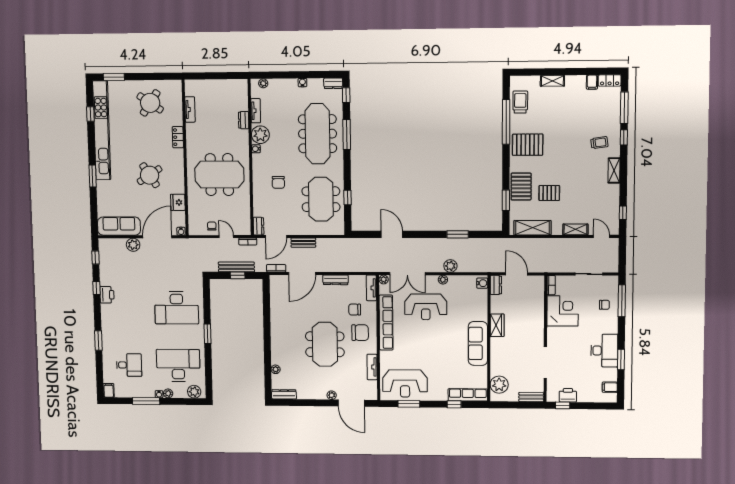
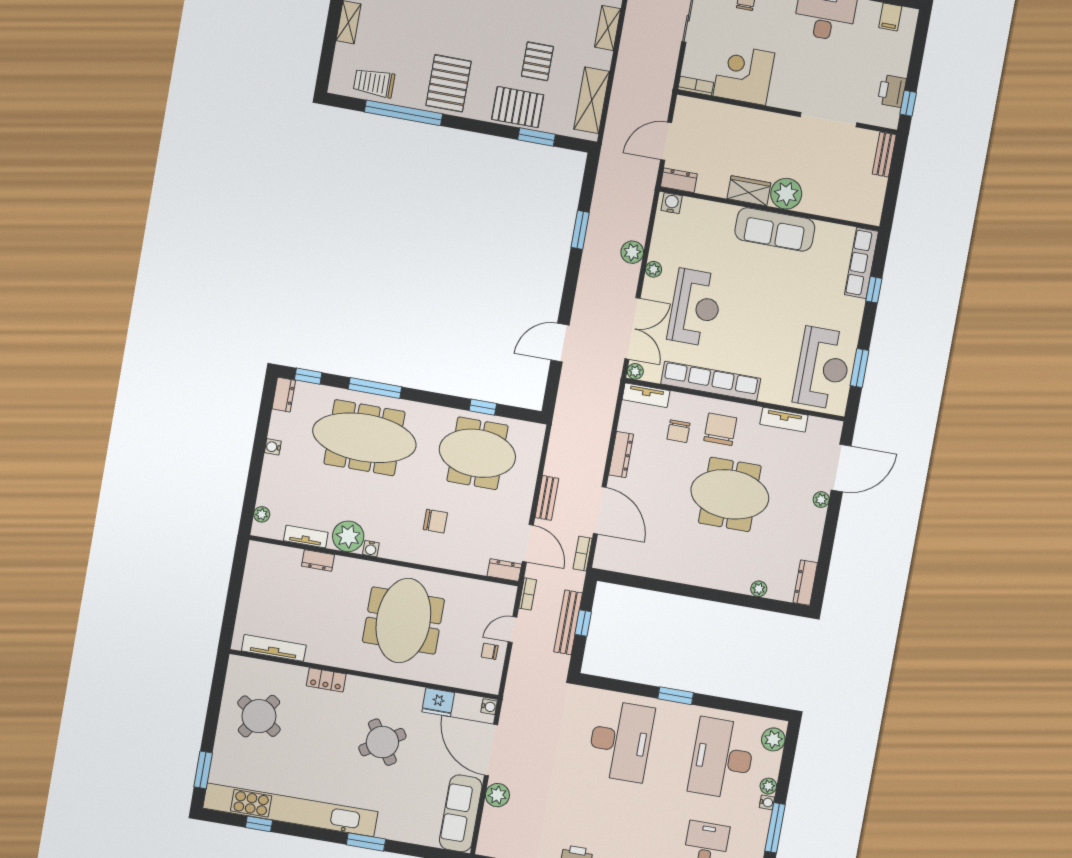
tv unit: (190, 109) -> (274, 648), width x1.41
plant: (499, 385) -> (786, 194), moved

